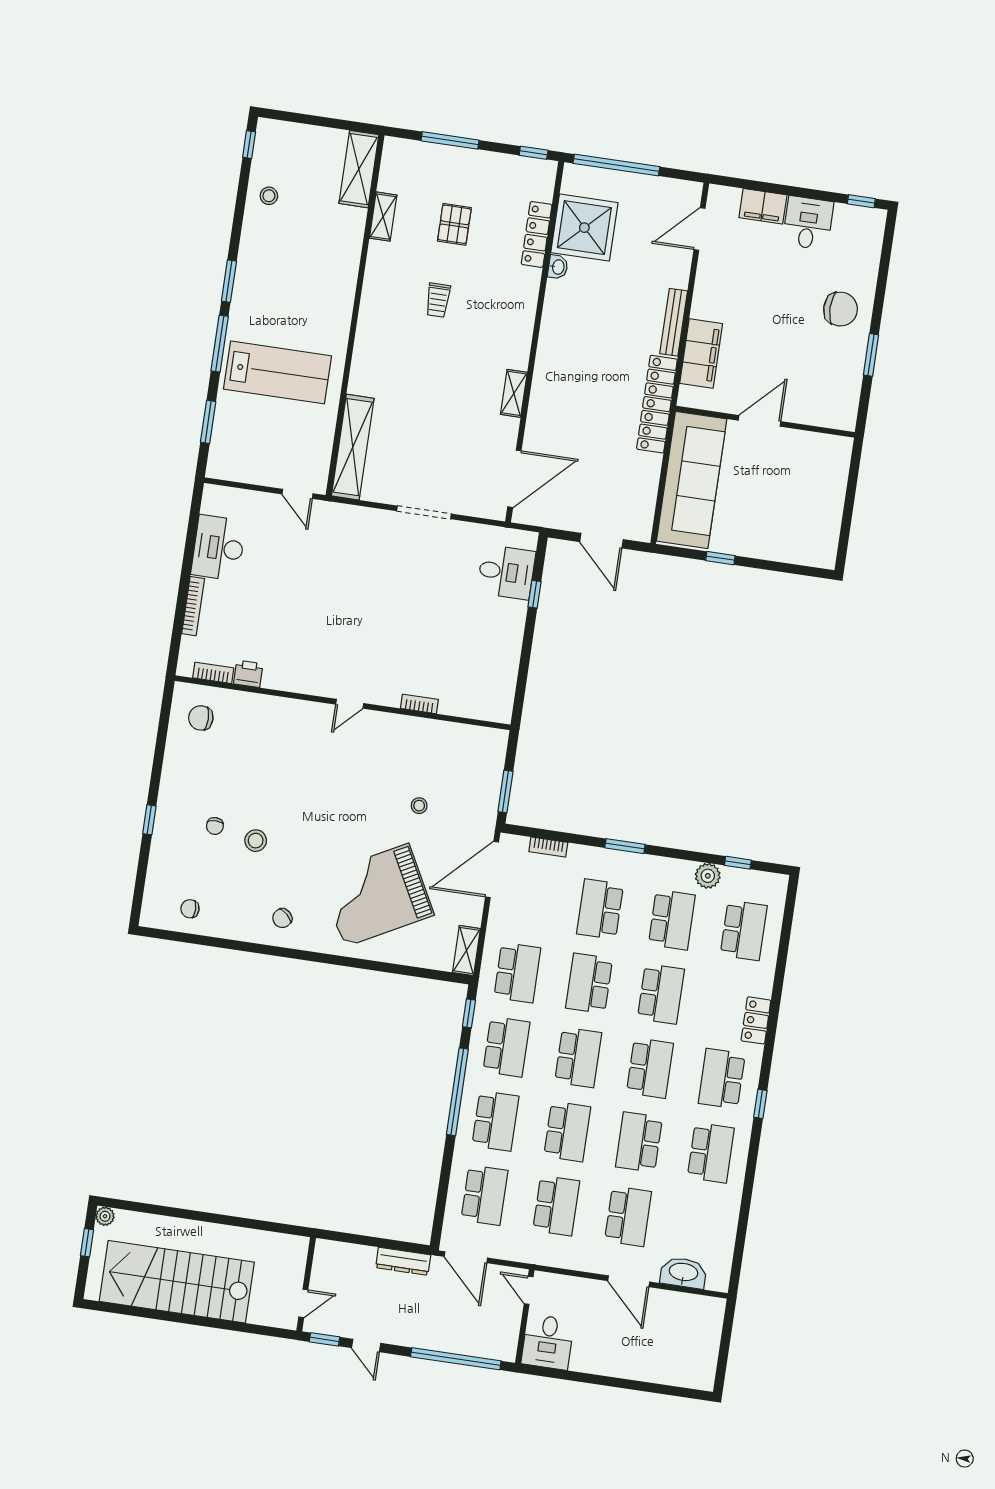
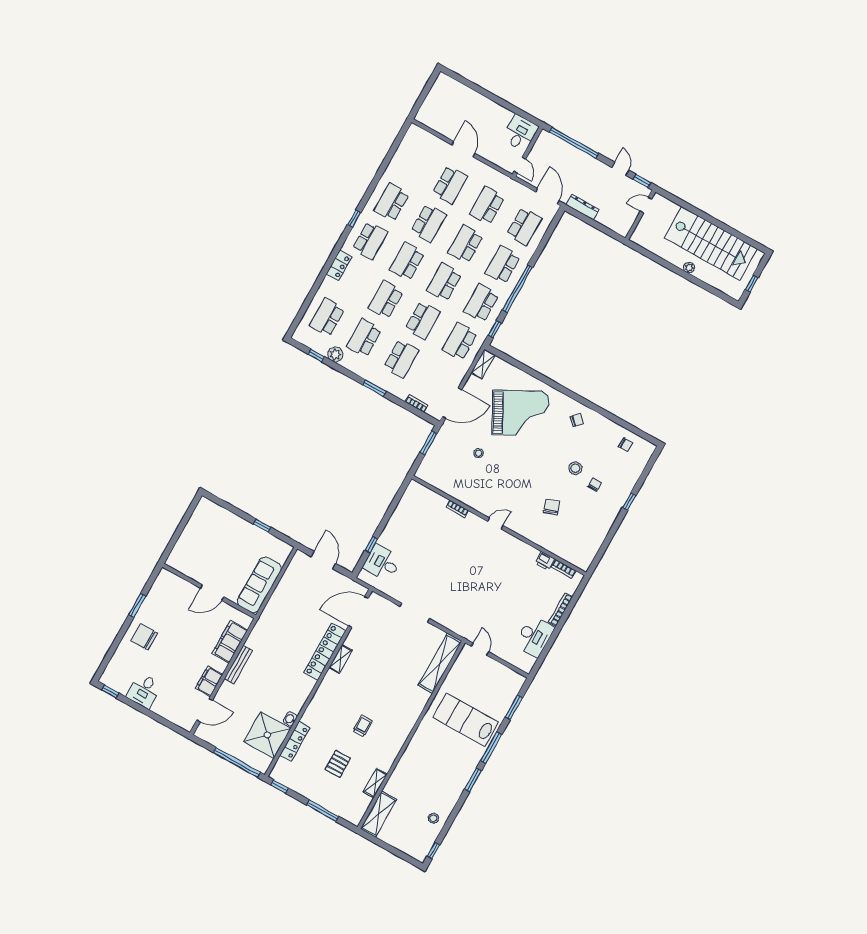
filing cabinet: (763, 206) -> (209, 681), moved, turned -90
locker: (657, 404) -> (325, 652), moved, turned 180
sofa: (692, 480) -> (259, 585), width x0.74, depth x0.79
chair: (201, 718) -> (551, 507), moved, turned -109
school desk: (484, 1195) -> (524, 226), turned 180
plant: (105, 1216) -> (689, 268), moved
school desk: (628, 1216) -> (450, 185), turned 180
washbasin: (683, 1273) -> (432, 142), removed

